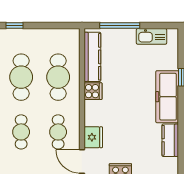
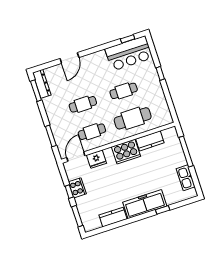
kitchen counter: (92, 57) -> (150, 141), width x0.67
cafe table: (21, 77) -> (124, 91), width x0.73, depth x0.74
cooker: (93, 91) -> (126, 152), width x1.87, depth x1.31

